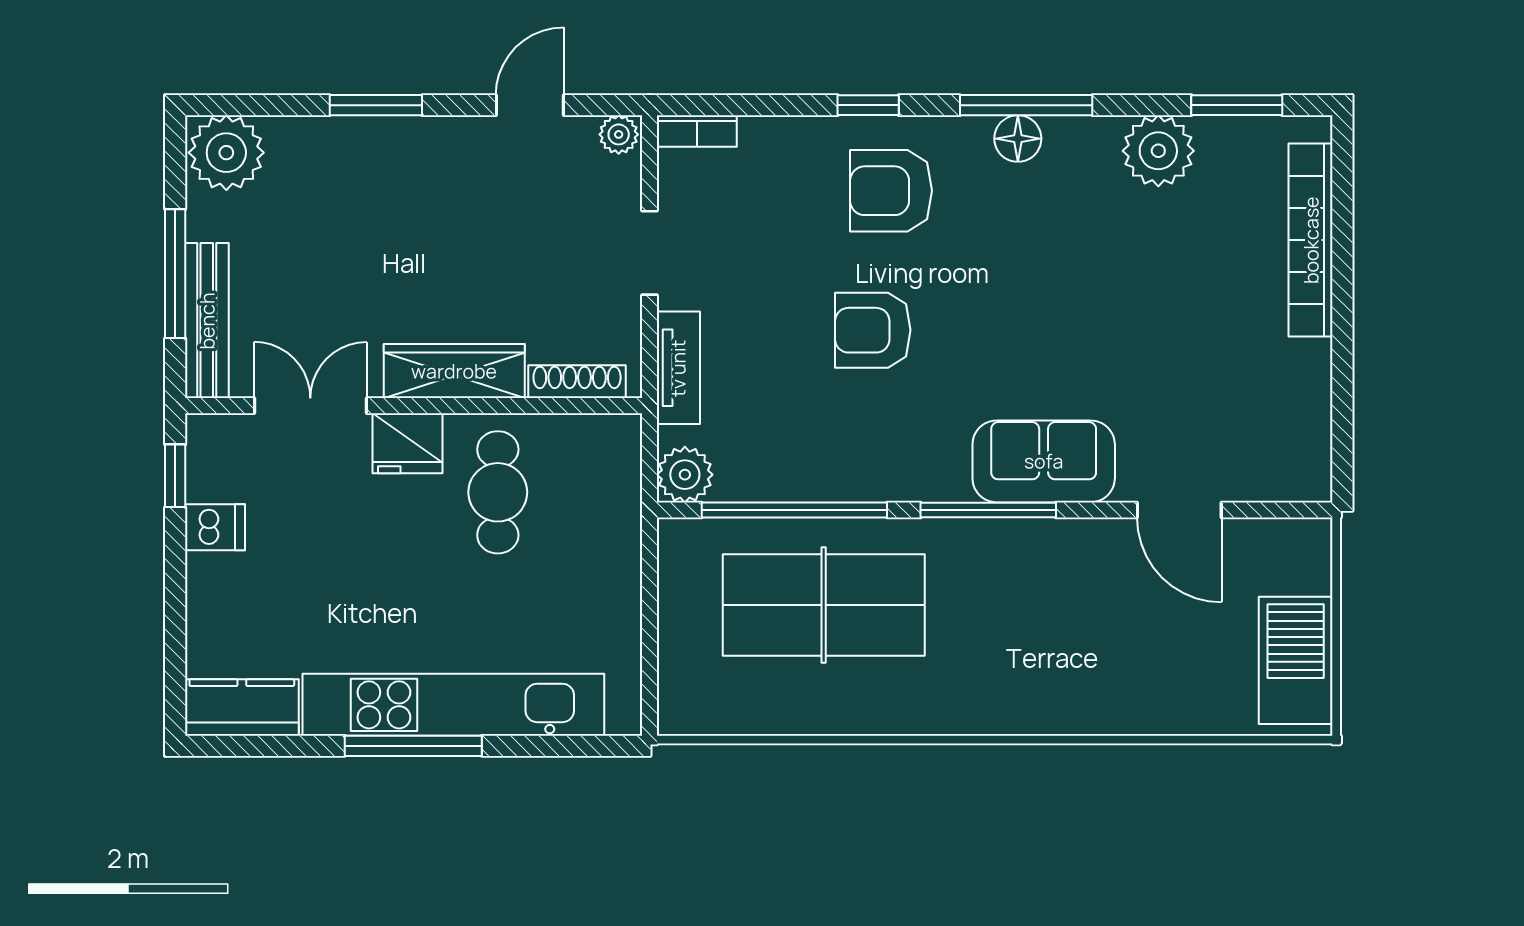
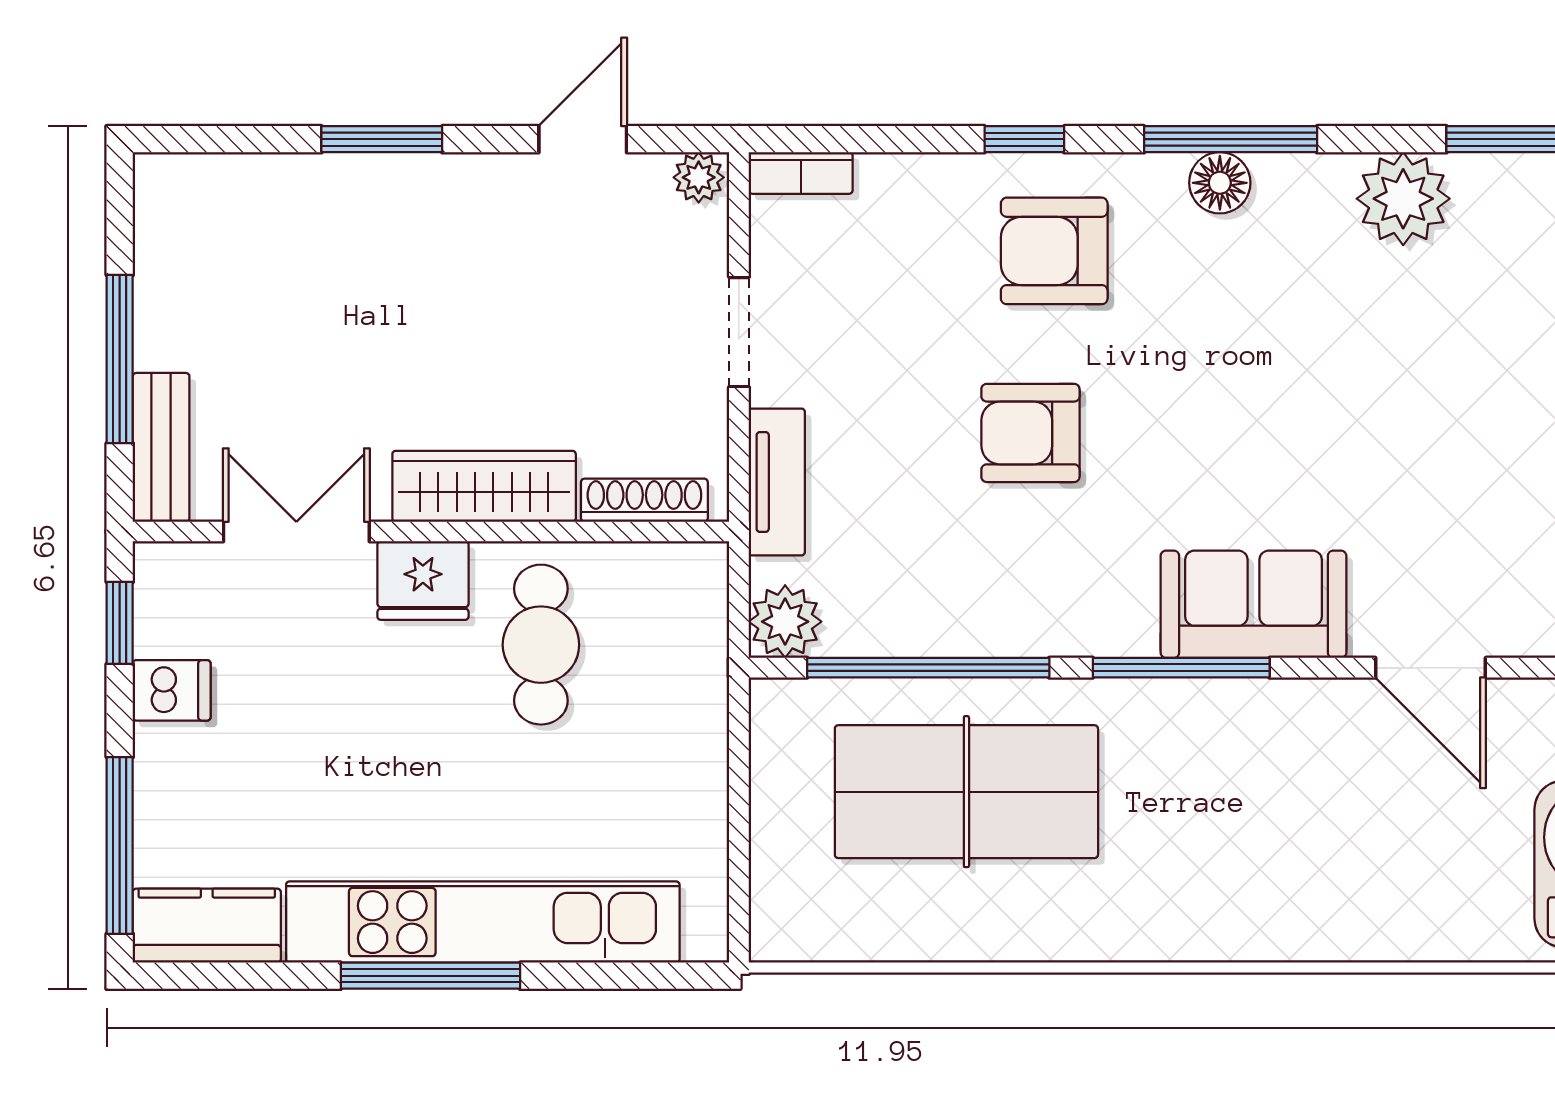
plant: (226, 153) -> (186, 201), removed
bench: (207, 321) -> (161, 447), width x0.73
window: (175, 646) -> (120, 845), added

